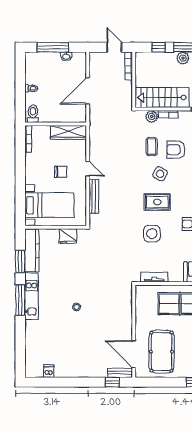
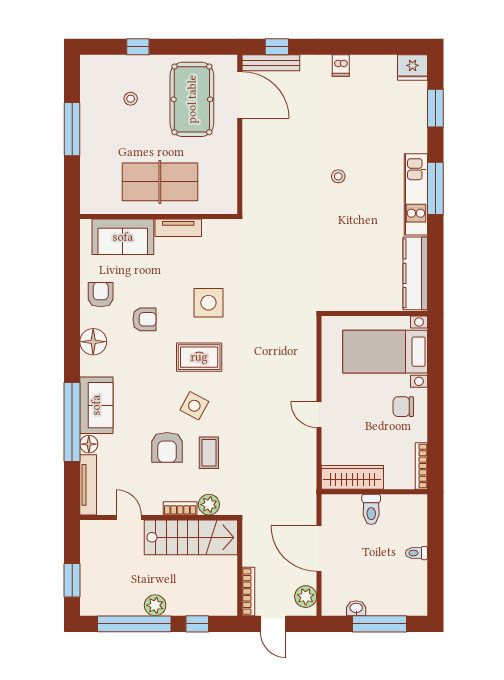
plant: (95, 63) -> (306, 597), added
door: (88, 91) -> (319, 549), swing flipped
toilet: (33, 114) -> (371, 509), moved
armchair: (176, 150) -> (167, 447), turned 90
chair: (61, 172) -> (403, 407), moved
bench: (94, 196) -> (308, 367), removed
fridge: (68, 236) -> (413, 68), moved, turned 180
window: (20, 262) -> (435, 108), moved
tv unit: (154, 277) -> (178, 228), moved
dishwasher: (49, 371) -> (341, 66), moved
bench: (120, 373) -> (271, 63), width x1.36

